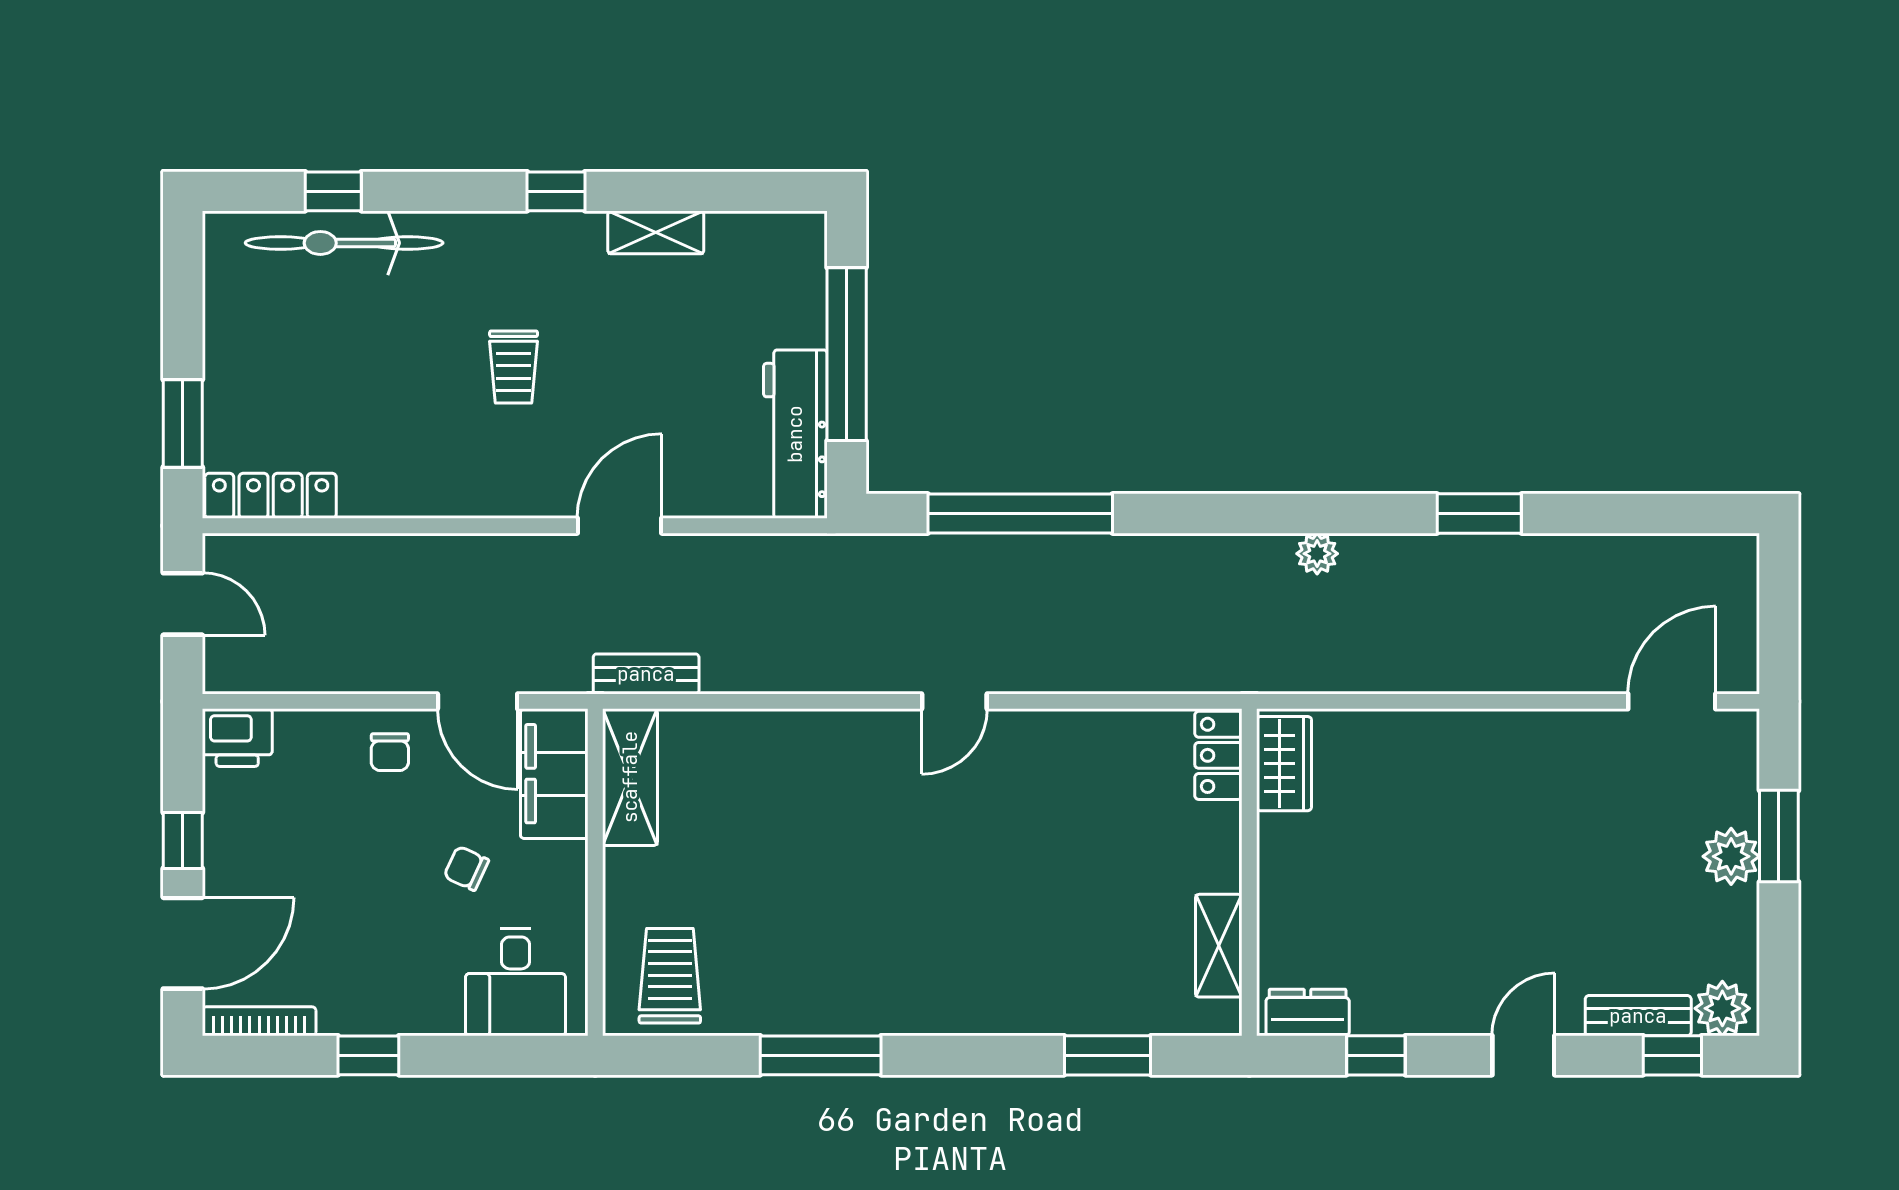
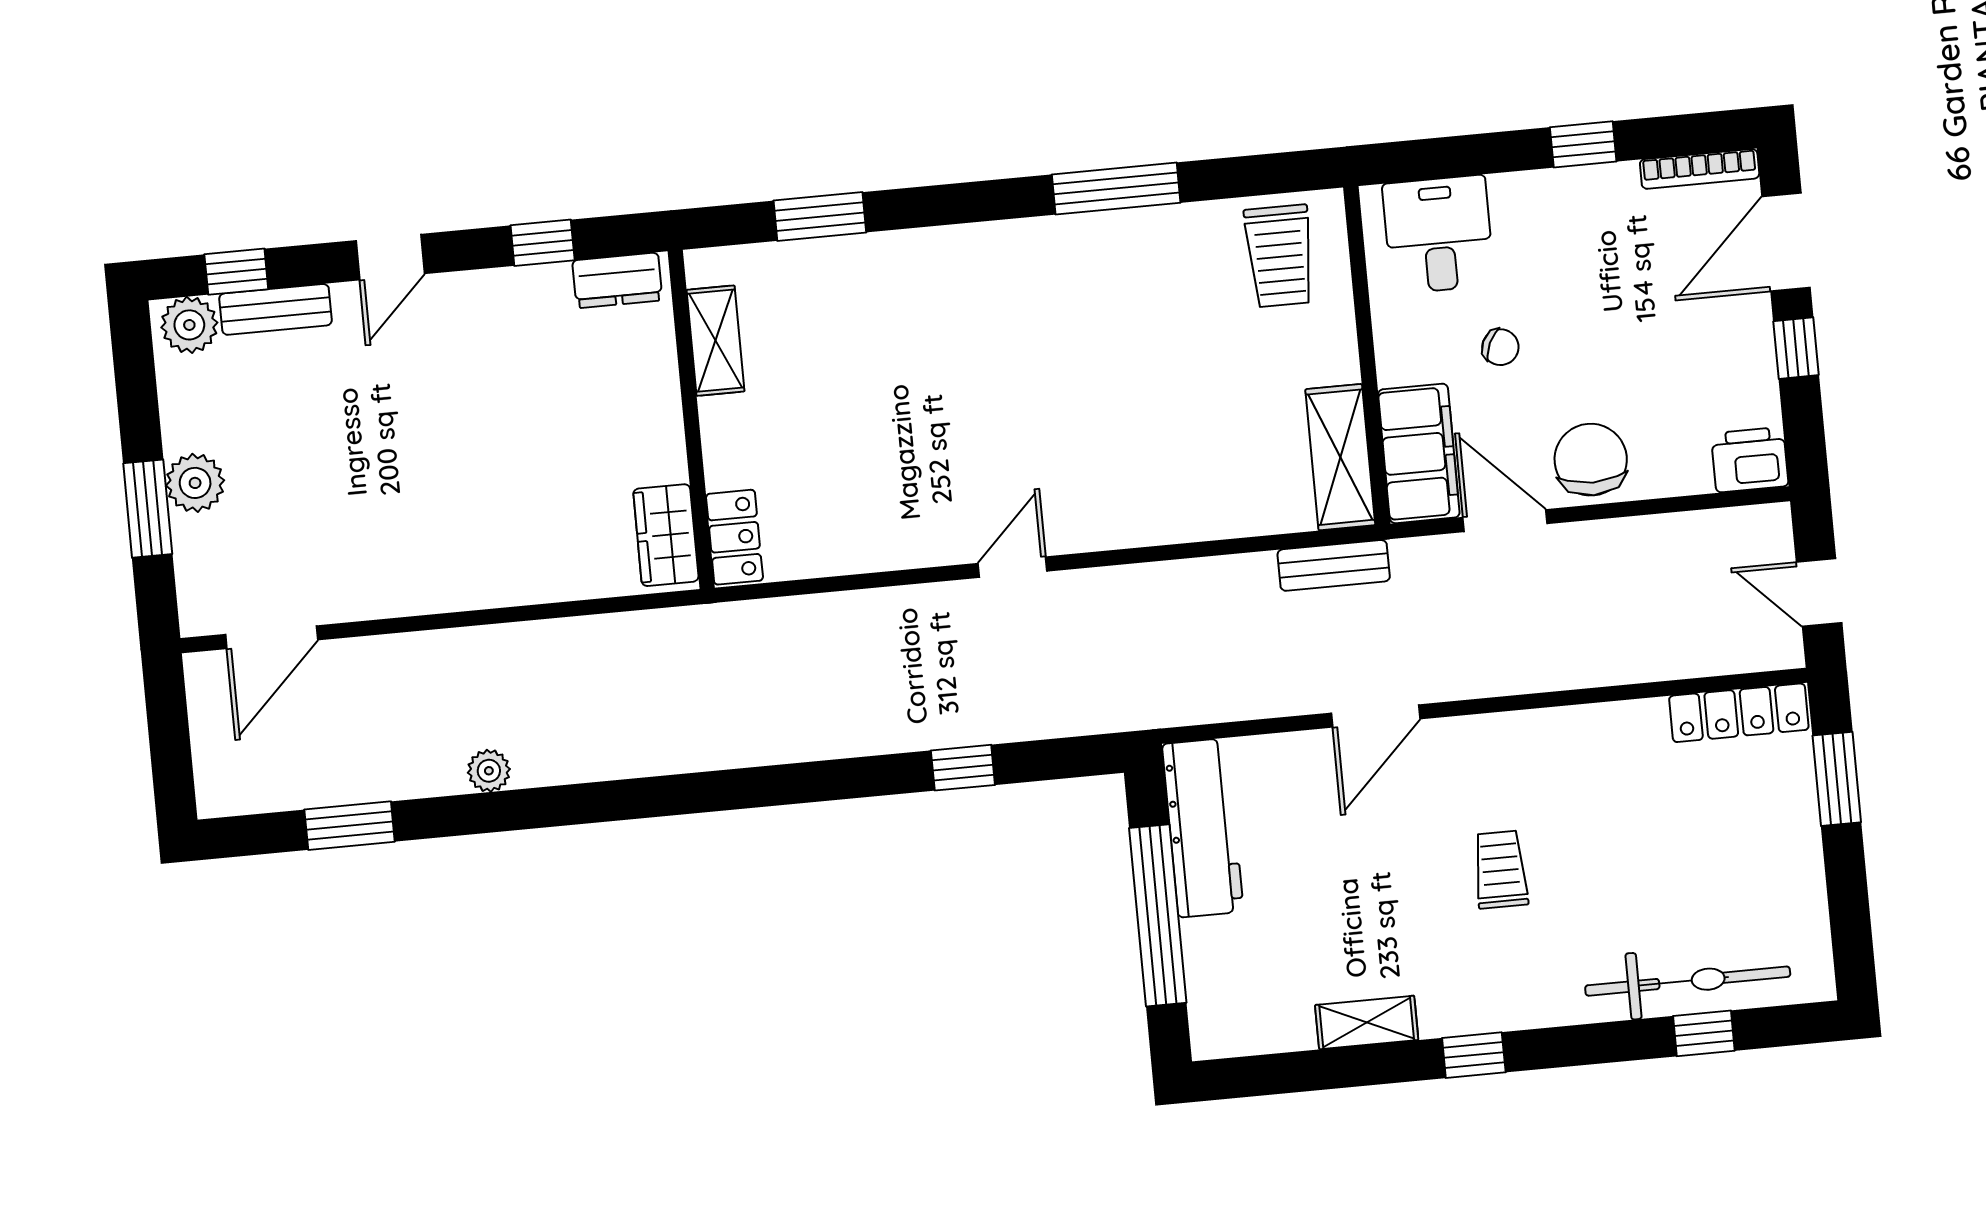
window: (1020, 513) -> (963, 768), width x0.32
window: (1479, 513) -> (350, 826), moved
plant: (1317, 554) -> (489, 771), moved
chair: (390, 752) -> (1591, 460), width x1.87, depth x1.87

